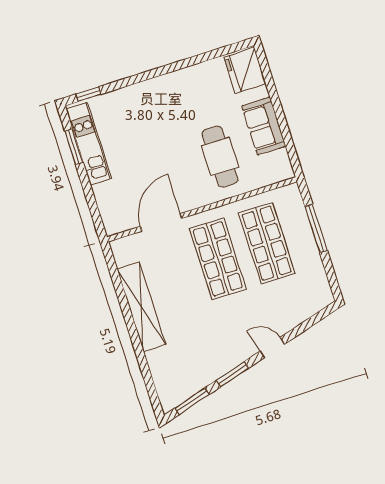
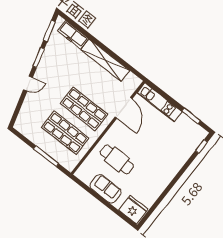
kitchen unit: (89, 144) -> (160, 102), moved
freezer: (162, 373) -> (73, 35), added

